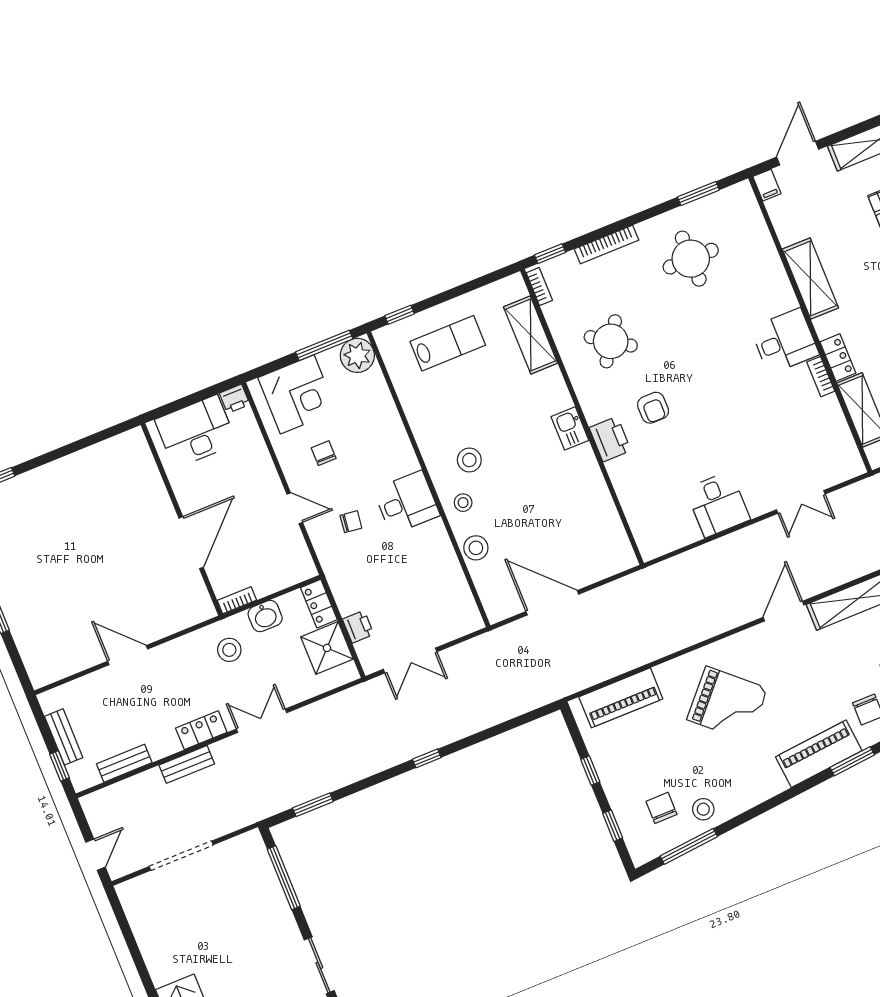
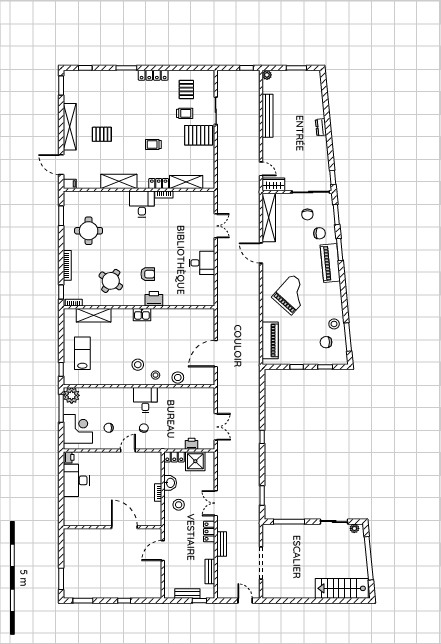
wall: (182, 519) -> (113, 527), moved
door: (191, 543) -> (124, 527), moved

